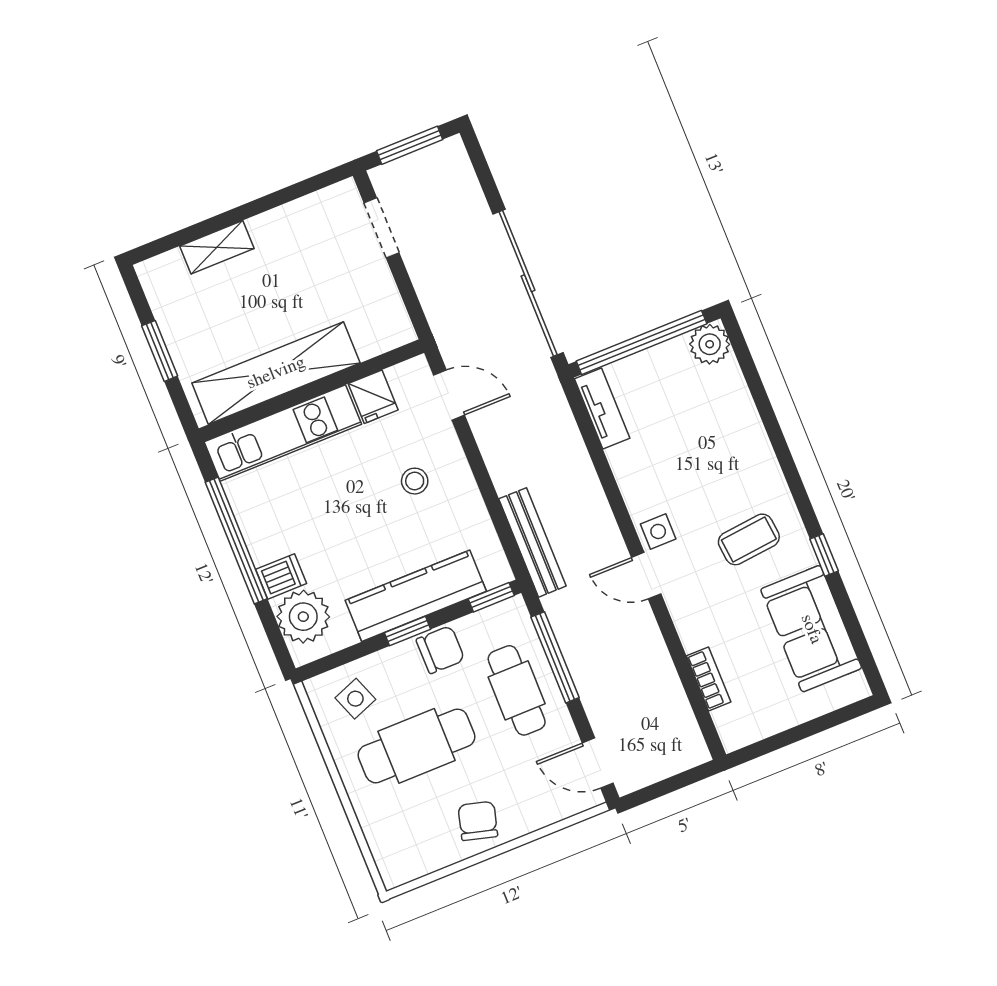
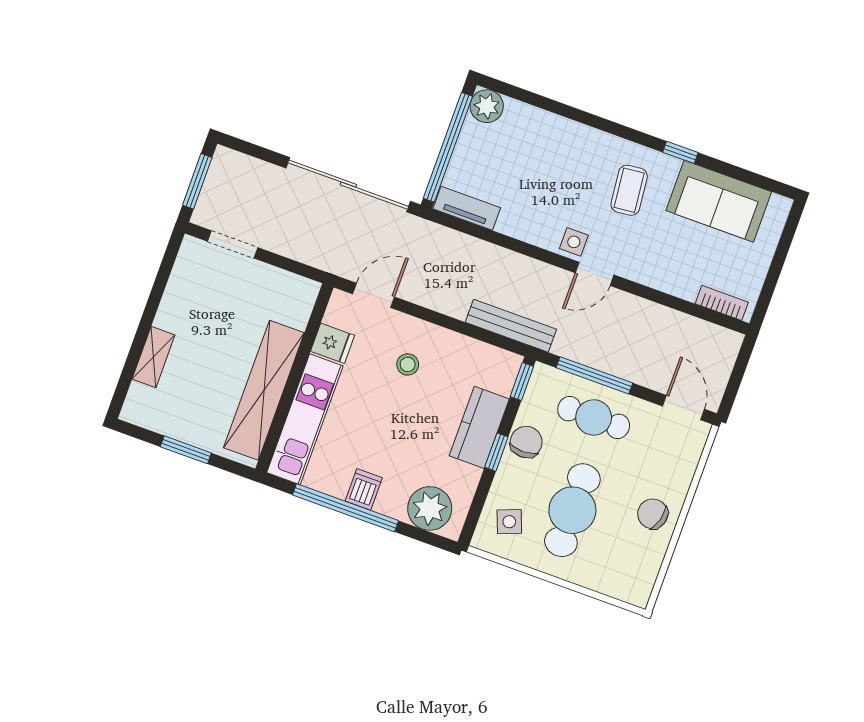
dishwasher: (281, 576) -> (364, 489), moved
kitchen counter: (416, 596) -> (479, 427), width x0.67
bookcase: (709, 679) -> (722, 303), moved
door: (598, 763) -> (684, 408), swing flipped

